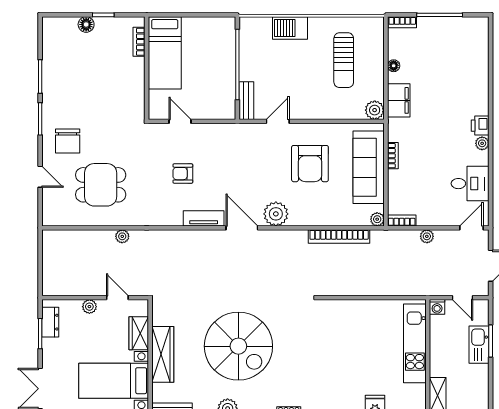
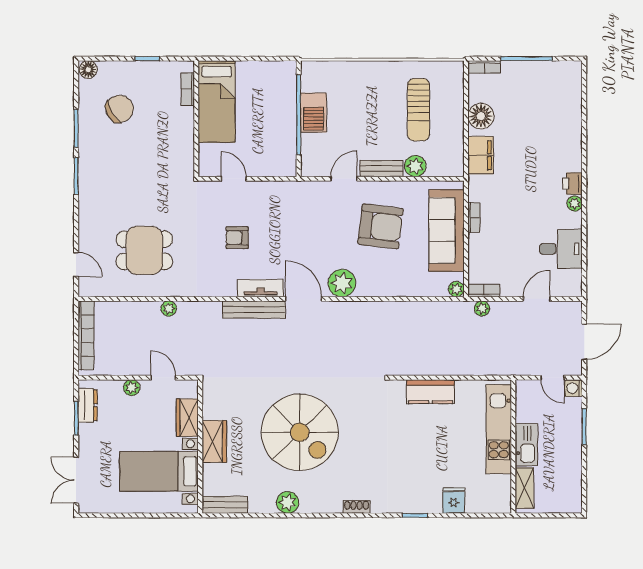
floor lamp: (86, 24) -> (88, 70), moved
barbecue: (290, 28) -> (313, 113), moved, turned -90
floor lamp: (394, 66) -> (481, 116), width x1.89, depth x1.89
bench: (246, 101) -> (381, 169), moved, turned 90
plant: (375, 110) -> (415, 166), moved
chair: (68, 141) -> (120, 109), moved, turned -120
armchair: (310, 164) -> (380, 226), turned -83
door: (40, 177) -> (76, 265), moved
door: (471, 228) -> (537, 299), moved
plant: (427, 236) -> (482, 308), moved
bench: (198, 237) -> (254, 310), added
bookcase: (339, 237) -> (86, 335), moved, turned -90
washing machine: (437, 307) -> (574, 388), moved, turned 90
kitchen counter: (354, 310) -> (431, 392), added
kitchen sink: (479, 345) -> (526, 445), moved, turned 180
wardrobe: (163, 354) -> (214, 441), width x0.67

